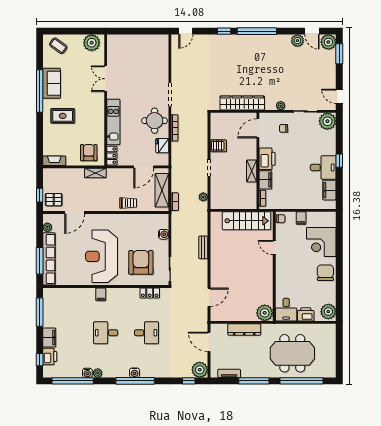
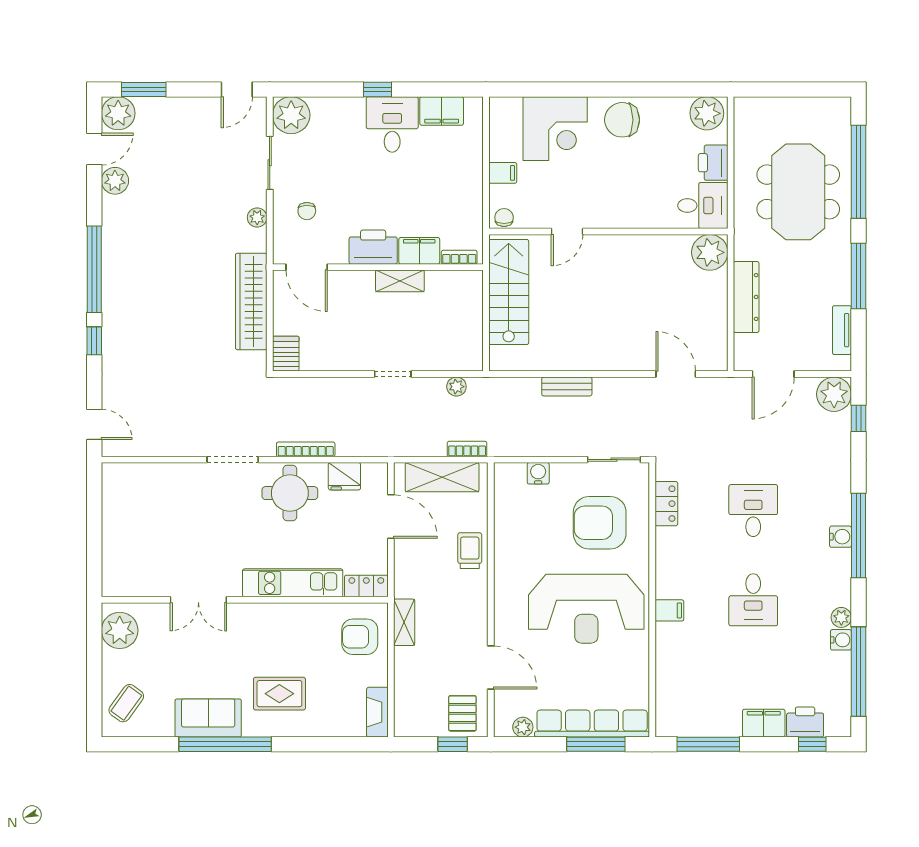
rug: (63, 116) -> (279, 694), turned 90
server rack: (218, 146) -> (286, 354), moved

